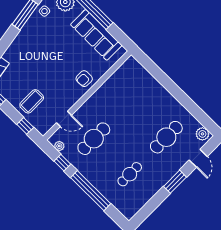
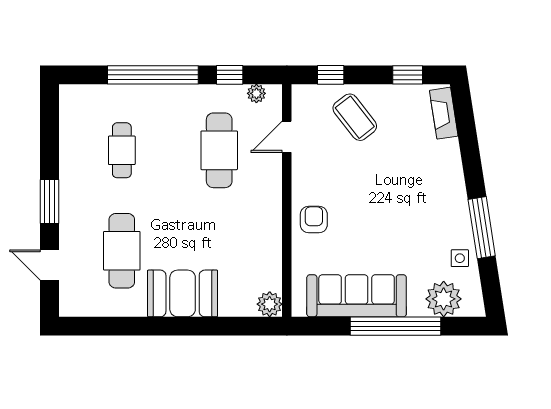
booth: (159, 99) -> (183, 293), added
coffee table: (32, 101) -> (355, 117), turned -38
plant: (202, 134) -> (270, 304), moved

